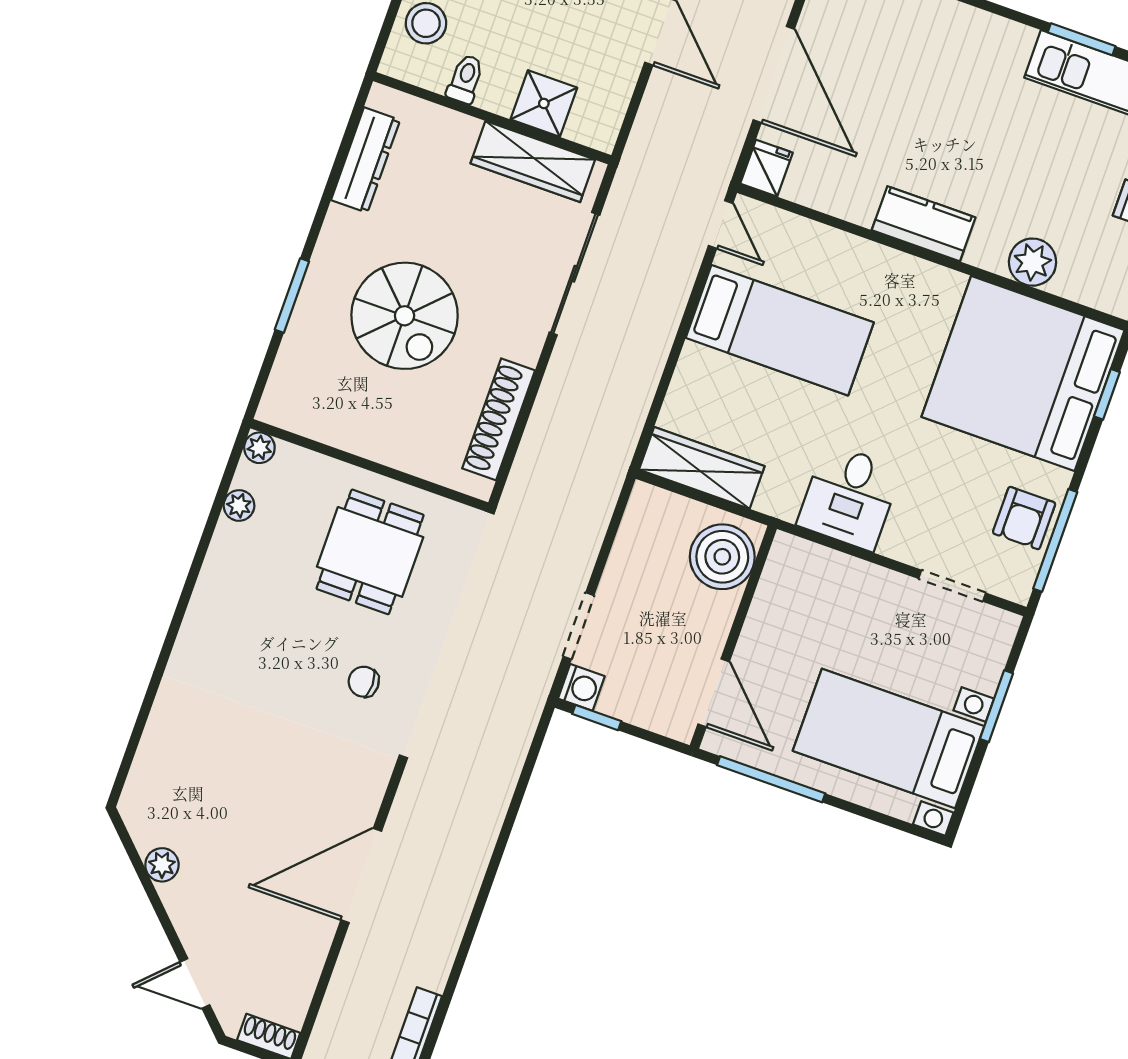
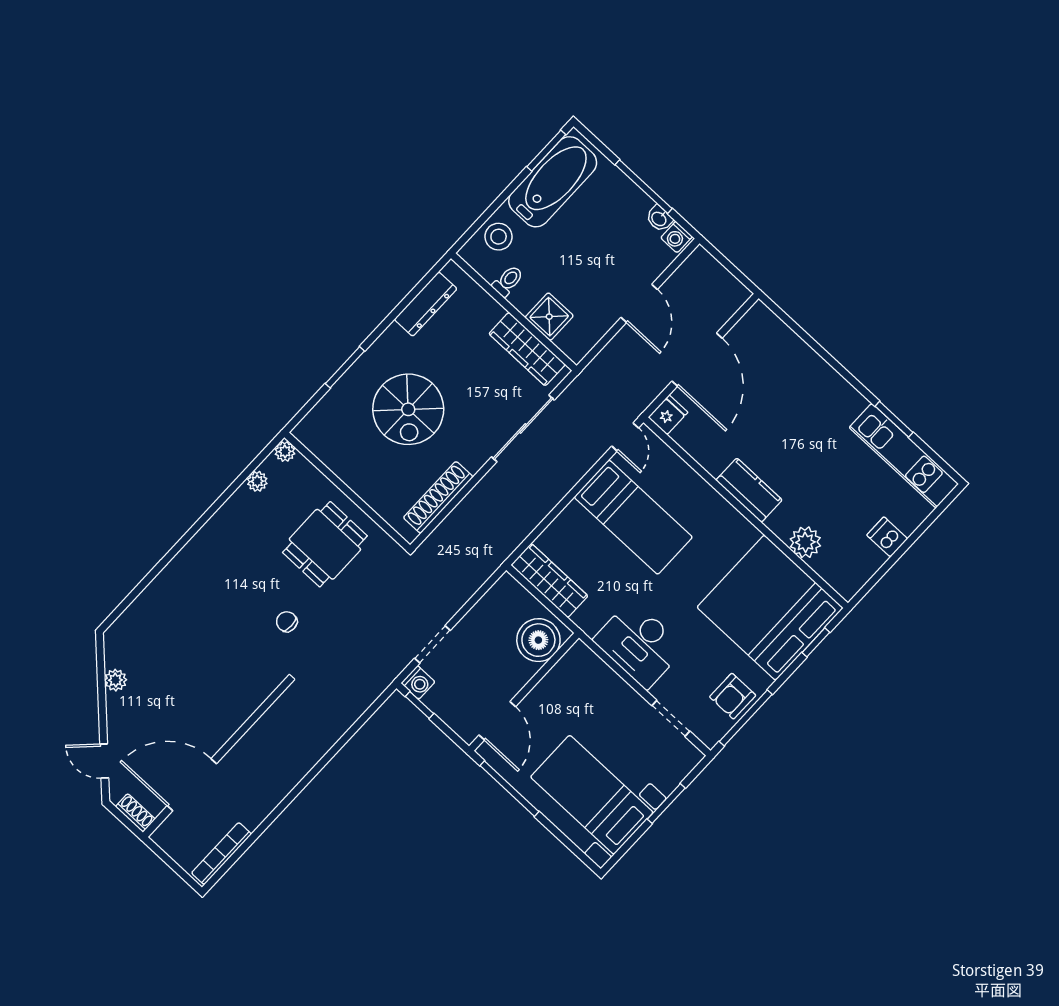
desk: (849, 497) -> (639, 644), width x1.37
door: (361, 876) -> (192, 785), moved

